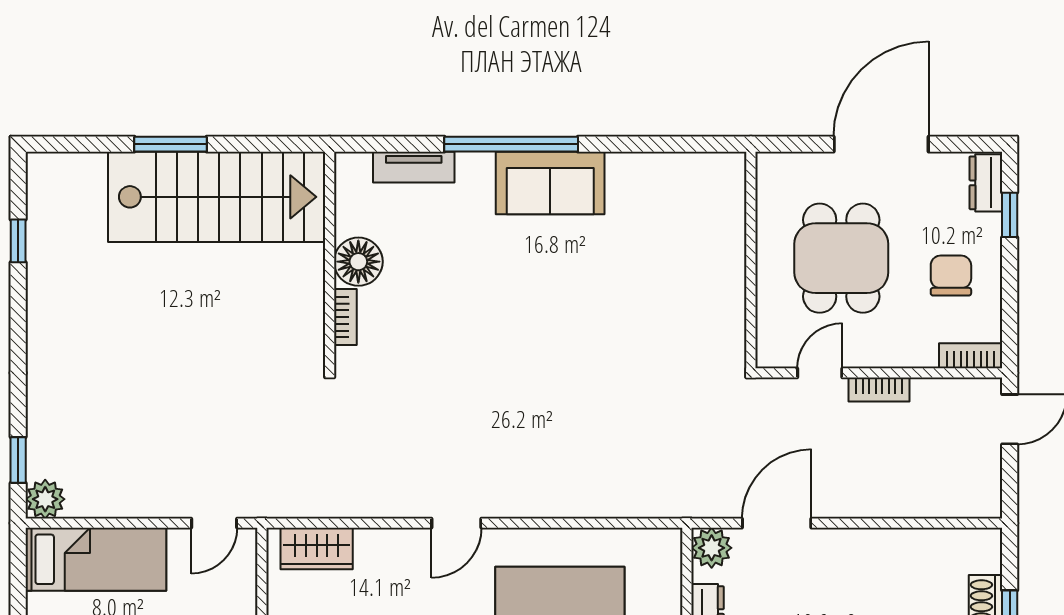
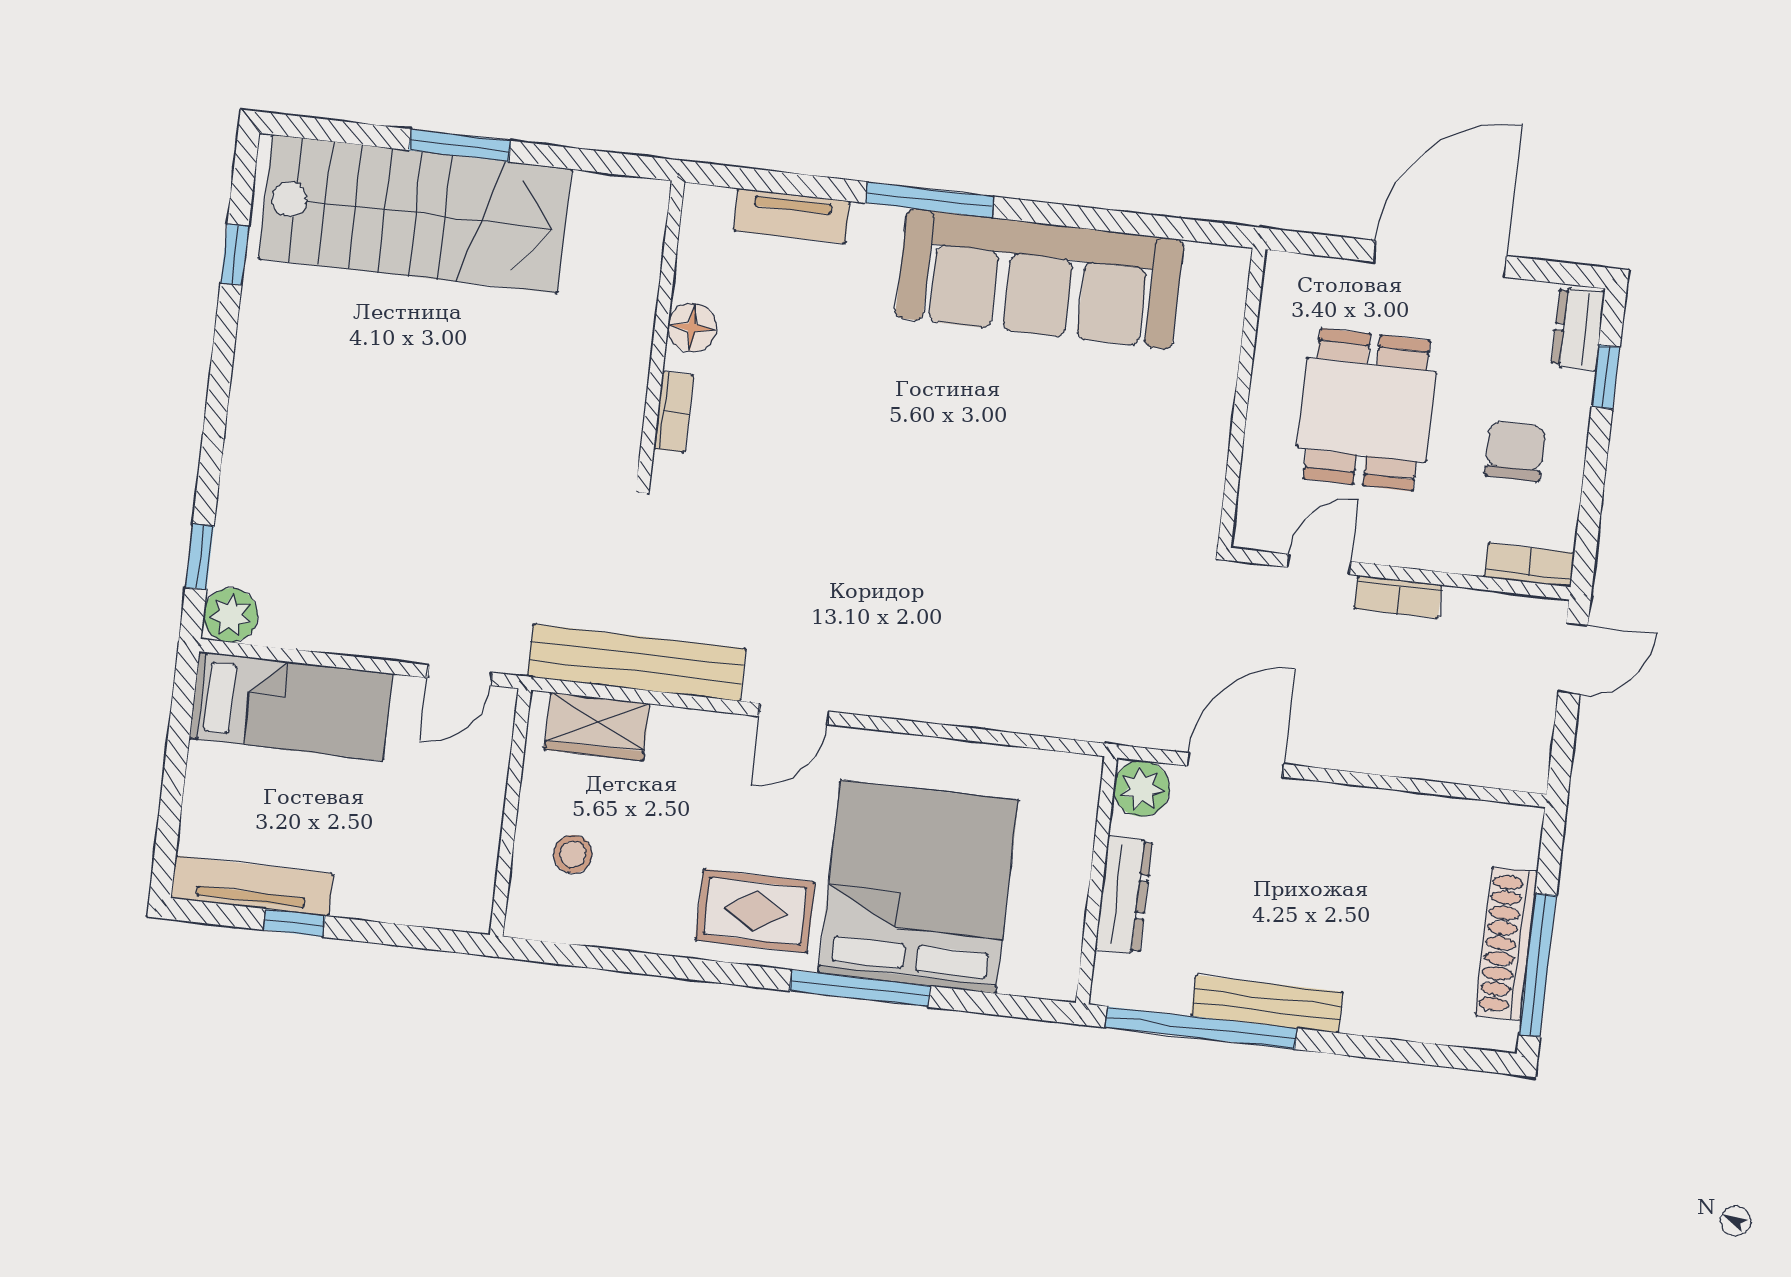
window: (511, 144) -> (930, 200), width x0.68
sofa: (550, 183) -> (1040, 279), width x1.85, depth x1.27
stairs: (217, 197) -> (415, 214), moved
floor lamp: (358, 262) -> (692, 327), width x0.73, depth x0.73
bench: (340, 500) -> (637, 663), added

